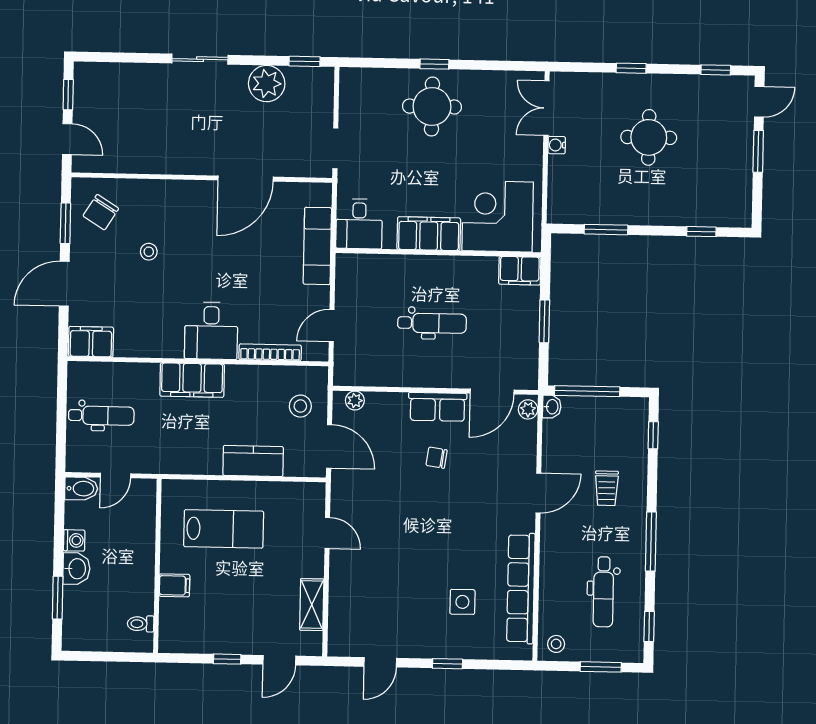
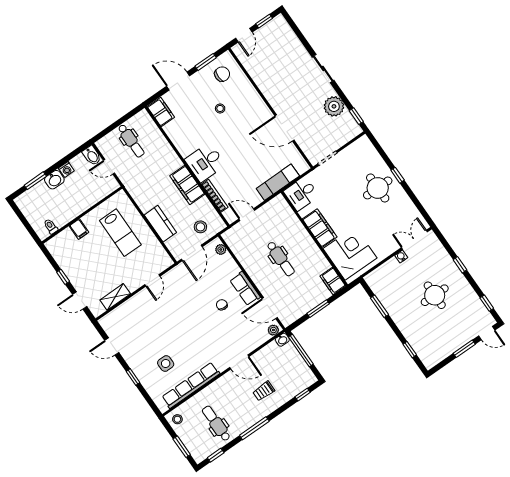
chair: (101, 212) -> (222, 74), turned 148
filing cabinet: (192, 380) -> (187, 185), moved
dental chair: (603, 592) -> (216, 423), turned 90

